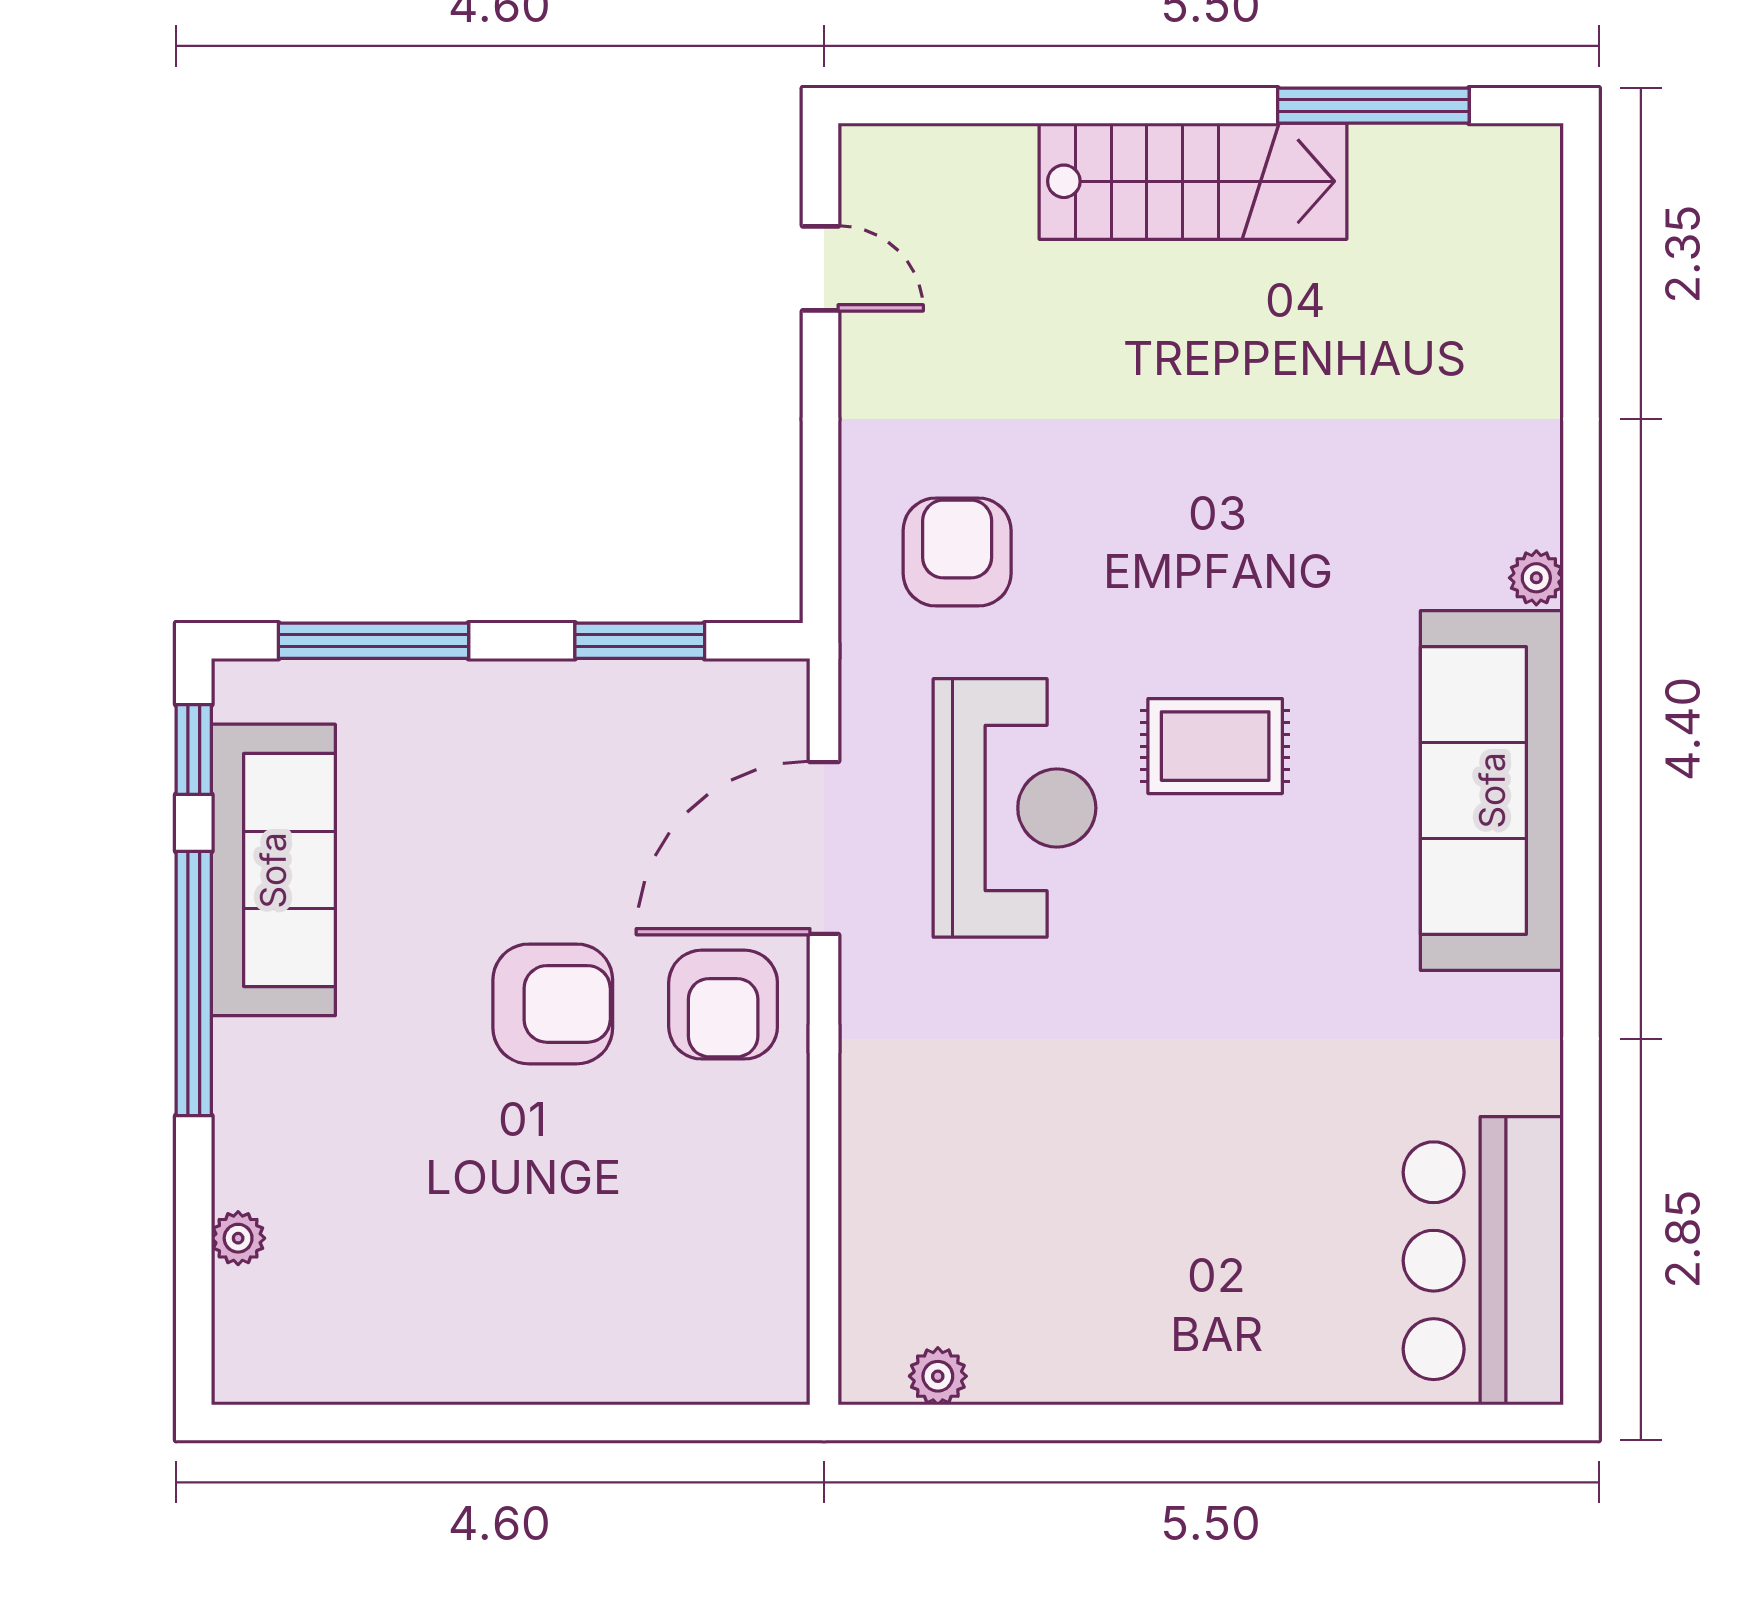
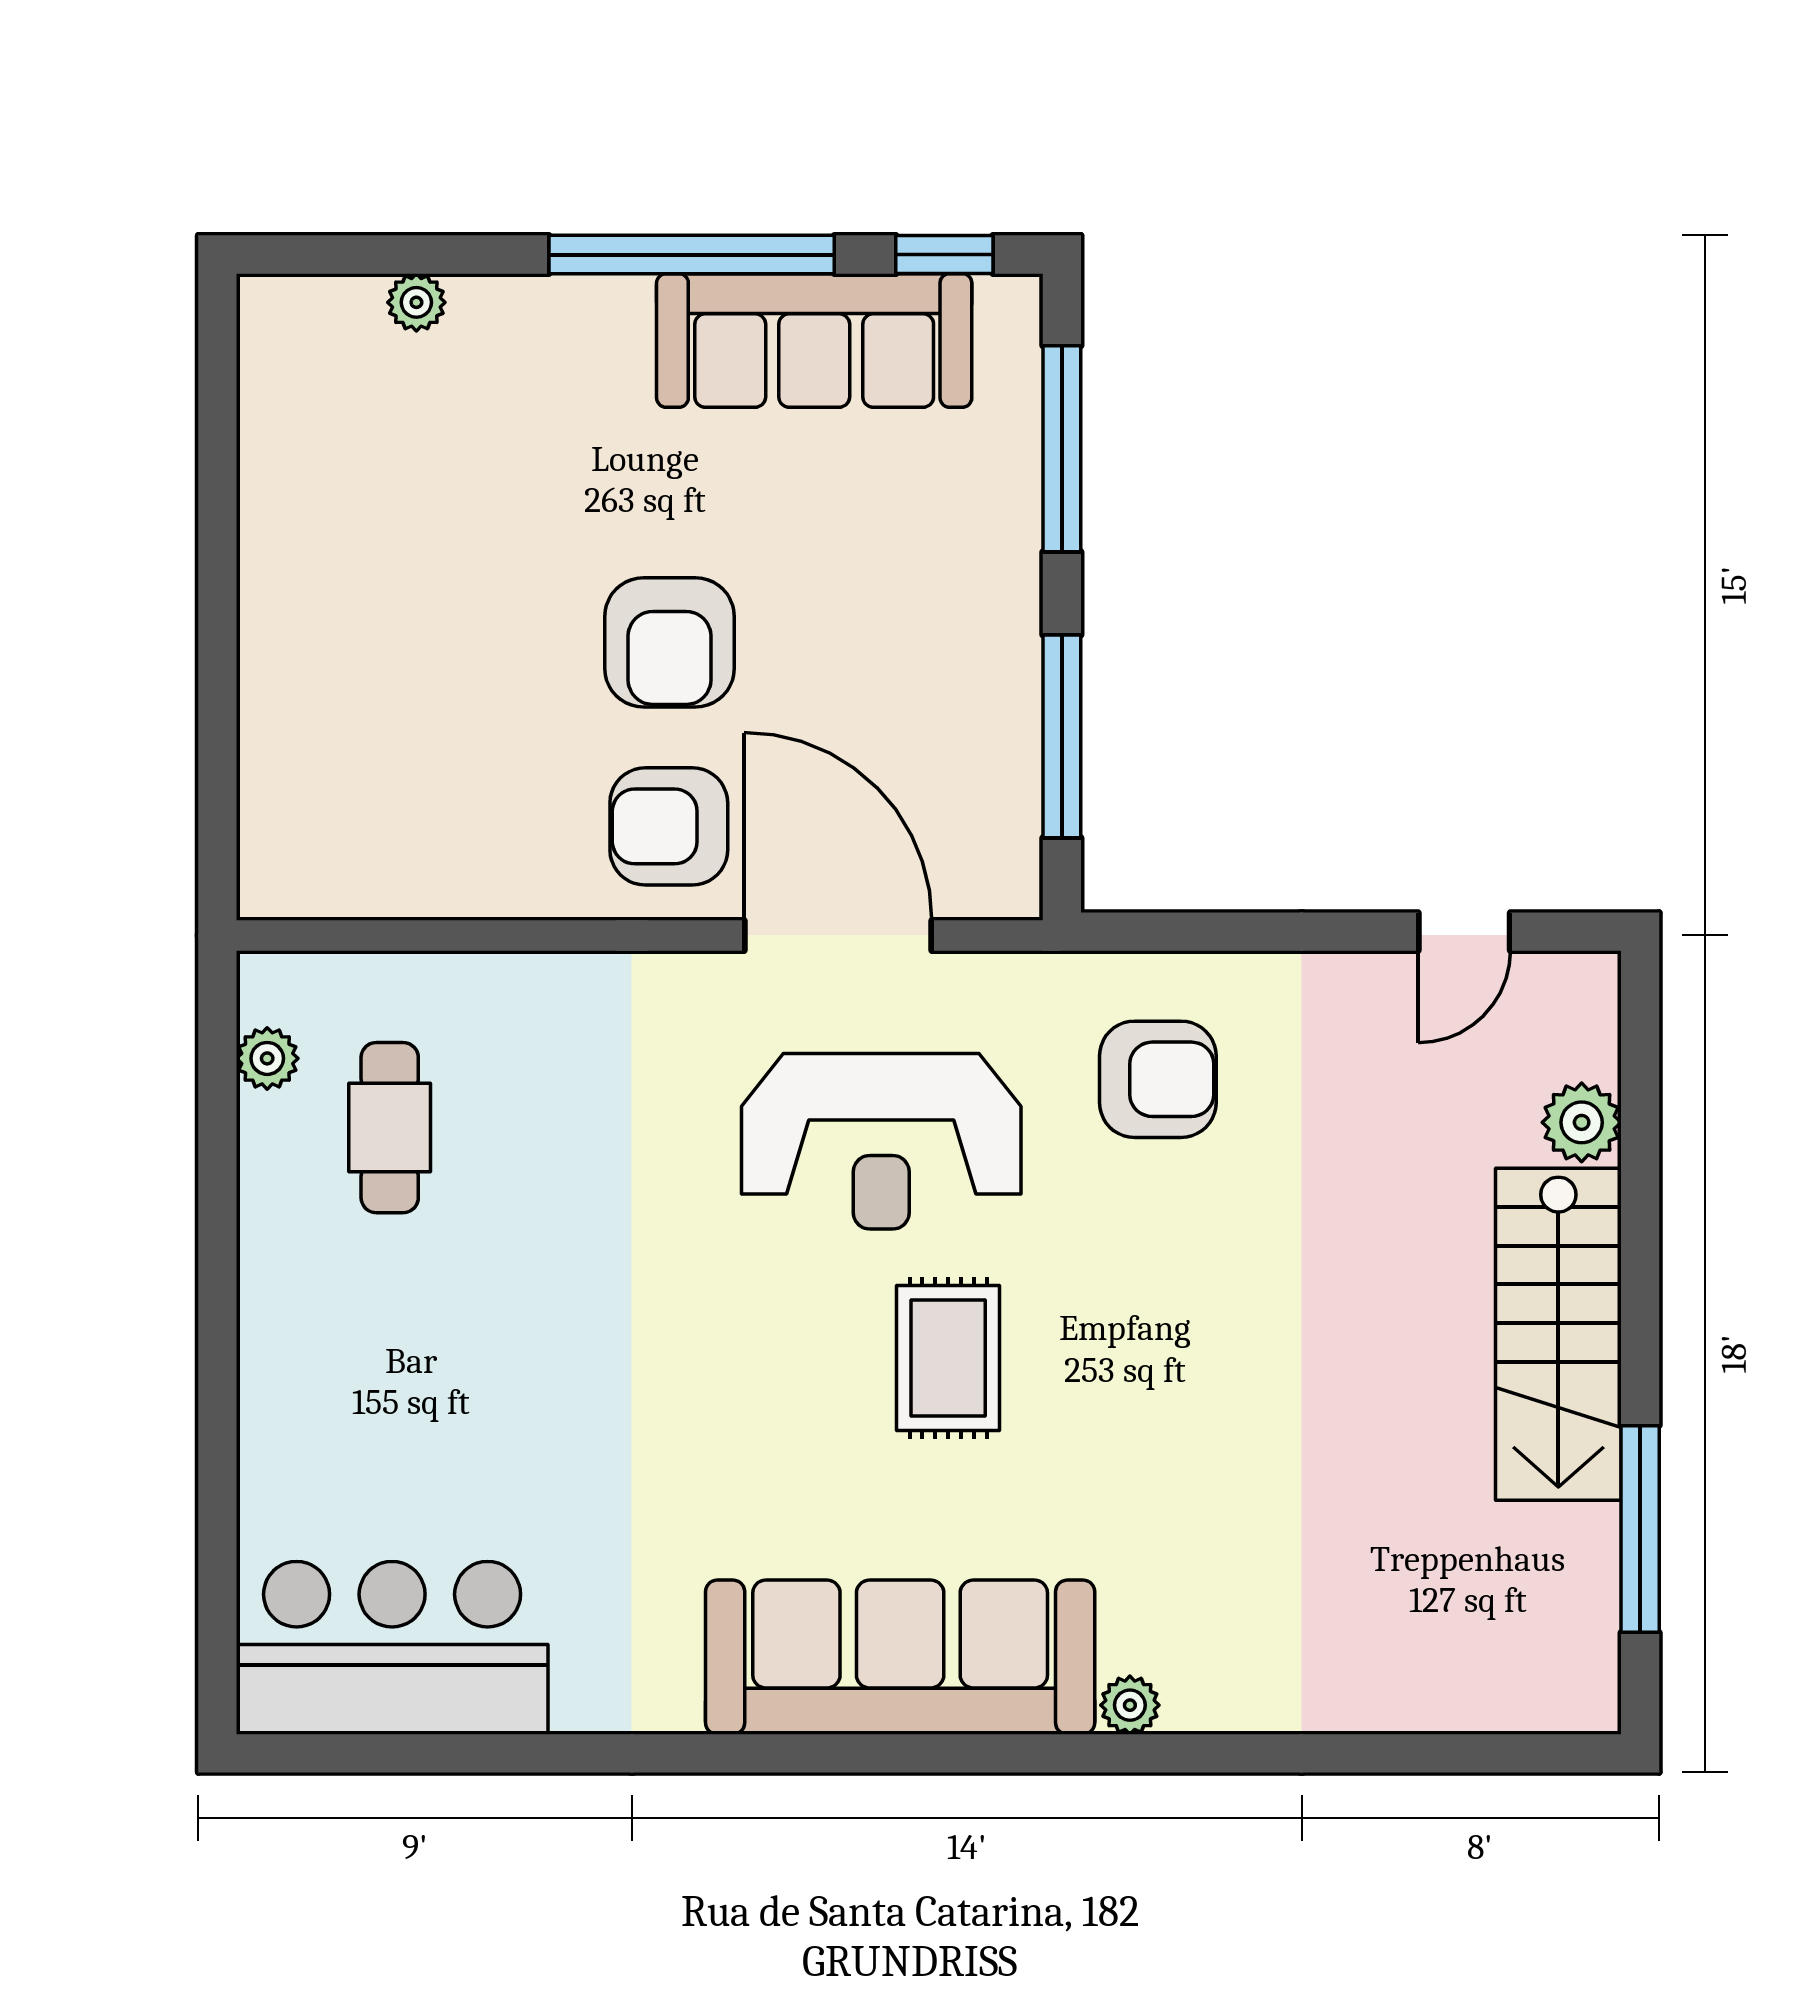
plant: (997, 160) -> (1582, 1122), added
window: (640, 641) -> (1062, 736), width x1.44
cafe table: (1002, 1263) -> (390, 1128), added

